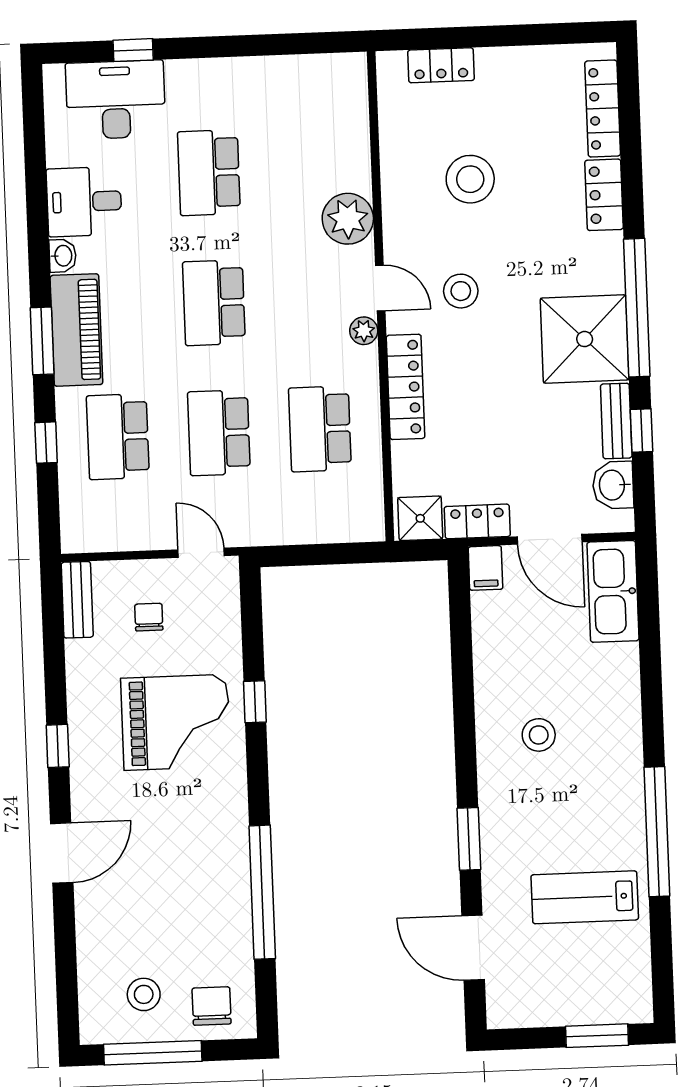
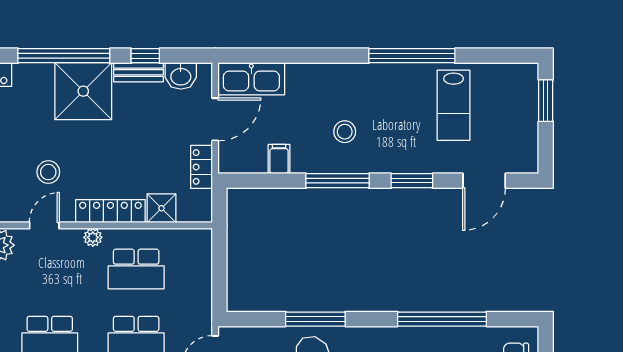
plant: (364, 331) -> (93, 237), moved
shower: (420, 518) -> (161, 208), moved
filing cabinet: (485, 568) -> (279, 159), moved, turned -90
window: (255, 702) -> (315, 319), width x2.17
window: (465, 727) -> (337, 181), added

